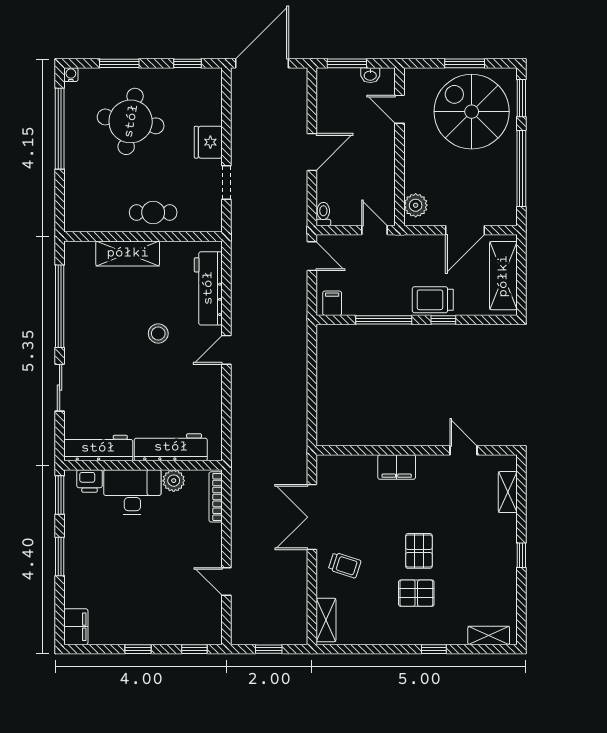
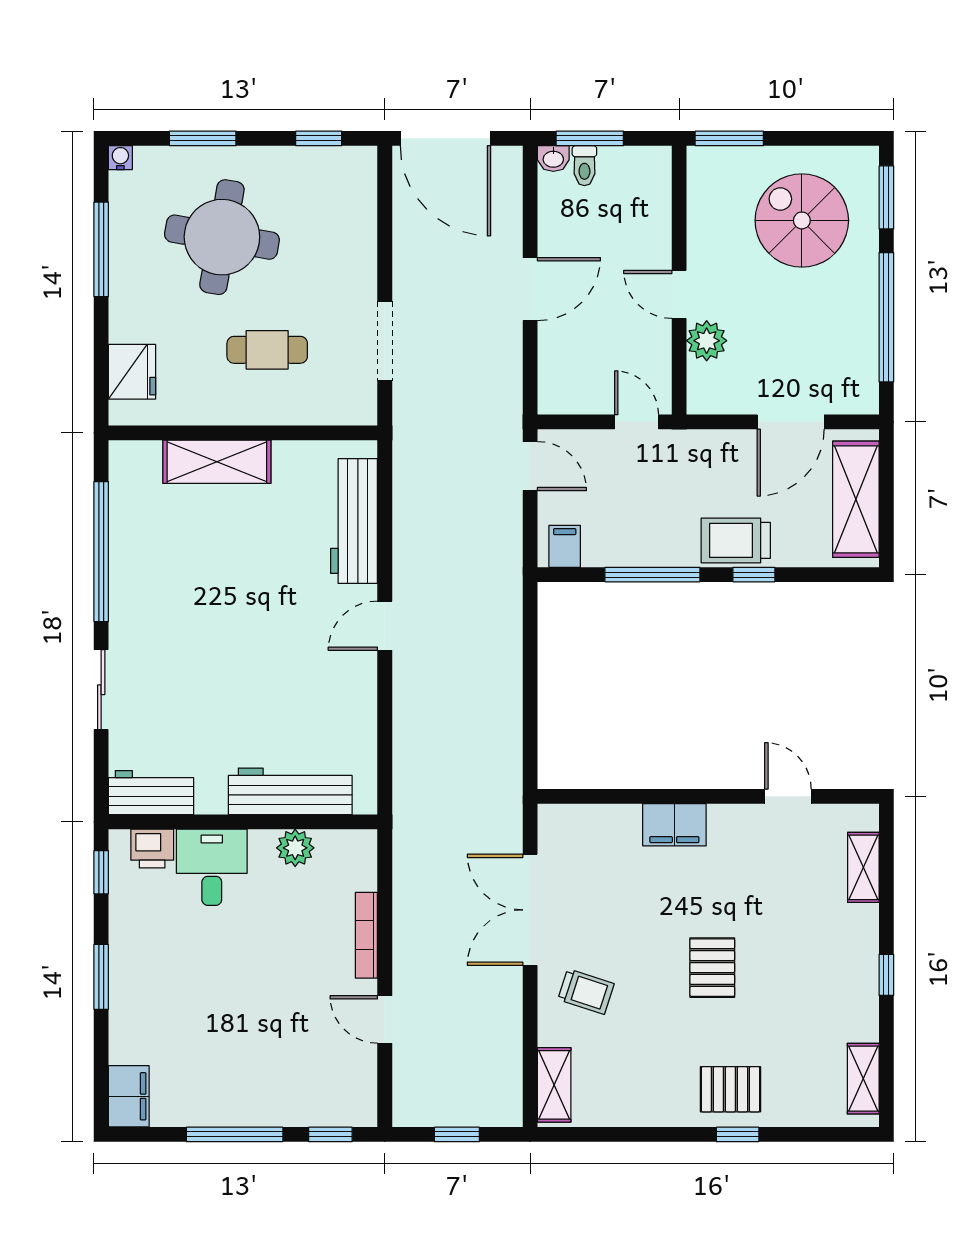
door: (262, 63) -> (445, 138), swing flipped
window: (465, 63) -> (729, 138), moved
washbasin: (370, 75) -> (553, 159), moved
door: (399, 109) -> (679, 294), moved
spiral stairs: (472, 112) -> (802, 220), width x0.73, depth x0.73
window: (60, 129) -> (101, 249), width x0.68
fridge: (208, 142) -> (132, 372), moved, turned 180
doorway: (226, 183) -> (385, 341), width x1.38
plant: (416, 205) -> (707, 341), moved
cafe table: (153, 212) -> (267, 350), moved
toilet: (323, 214) -> (584, 166), moved, turned 180
stool: (158, 334) -> (269, 598), removed
workbench: (98, 448) -> (151, 793), width x0.73
desk: (132, 492) -> (212, 867), width x0.73
window: (60, 495) -> (101, 872), width x0.67
bookcase: (216, 497) -> (366, 935), moved
pallet: (416, 593) -> (730, 1089), moved
shelving: (489, 635) -> (863, 1079), moved, turned 90
window: (138, 649) -> (235, 1134), width x2.17

